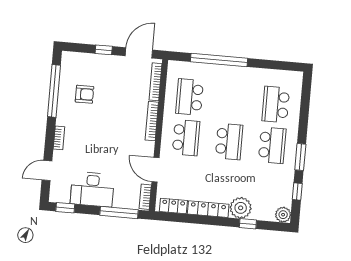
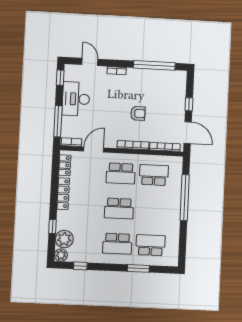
armchair: (84, 94) -> (138, 113), moved, turned -90
window: (300, 157) -> (138, 268), moved
plant: (241, 208) -> (64, 239), moved

